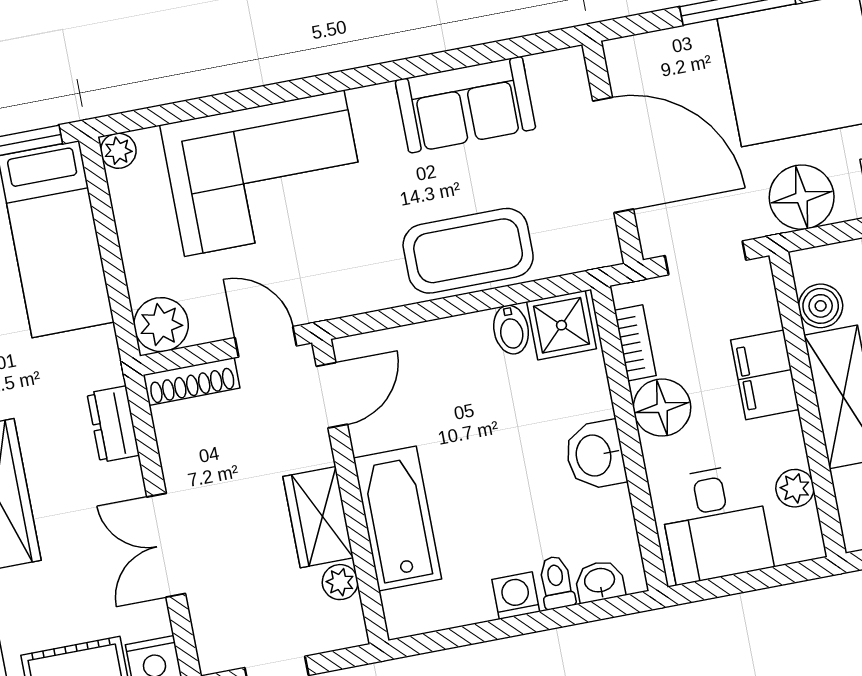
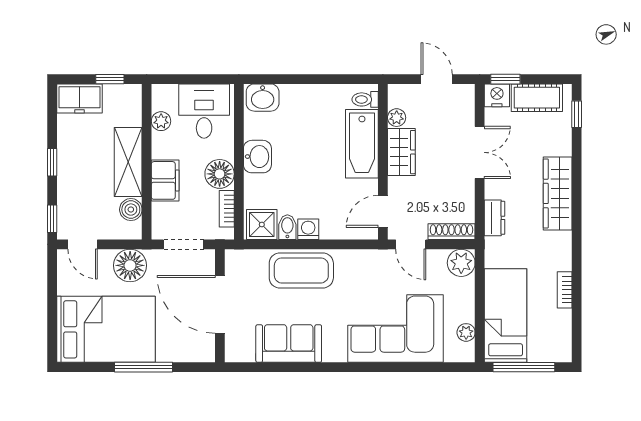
plant: (118, 151) -> (466, 332), moved
washbasin: (600, 581) -> (263, 98), width x1.38, depth x1.45
toilet: (556, 582) -> (365, 99), moved, turned 90
washing machine: (516, 596) -> (308, 229), moved, turned 180

